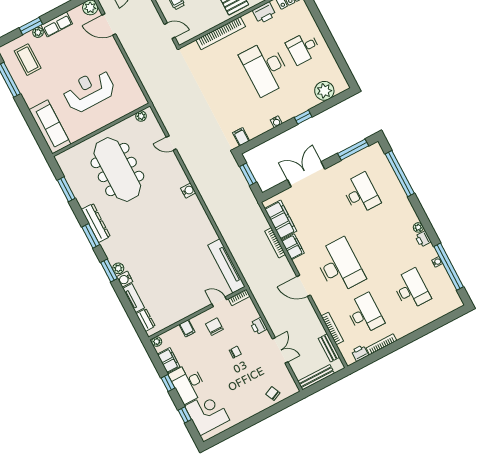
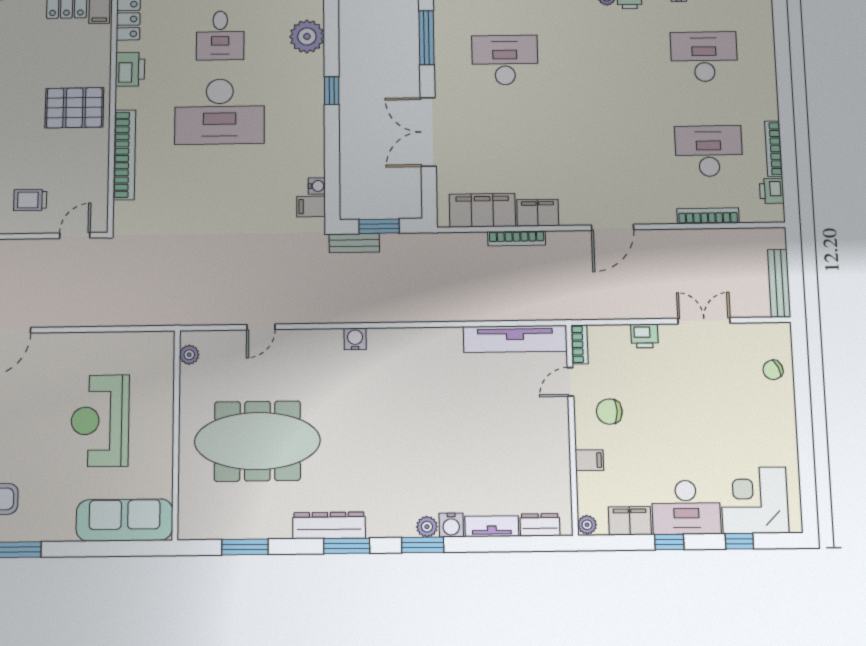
water cooler: (276, 122) -> (317, 186), moved
desk: (339, 266) -> (608, 153), removed
bench: (329, 348) -> (354, 243), moved
chair: (235, 352) -> (671, 398), removed

